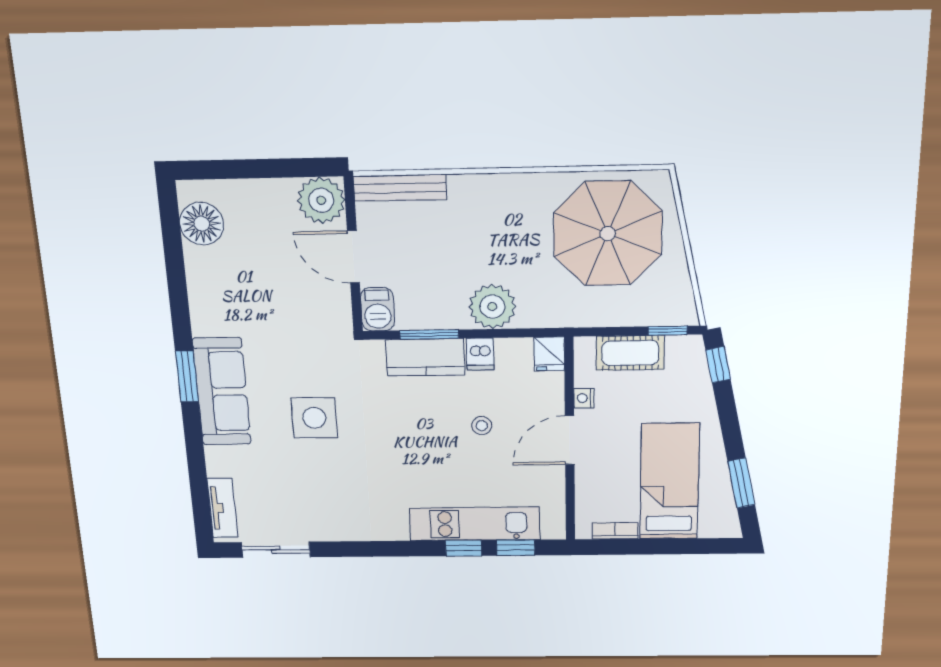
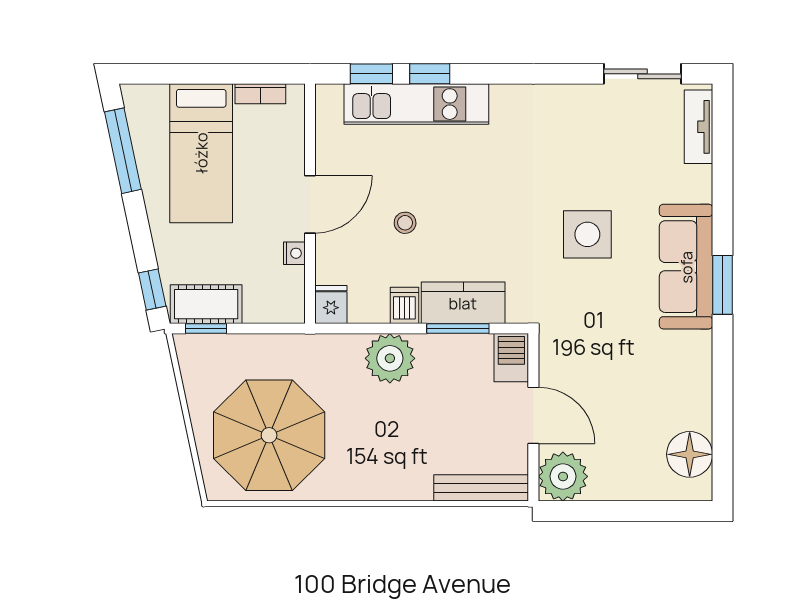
cot: (630, 353) -> (206, 304), moved
window: (741, 483) -> (123, 151), width x1.44

